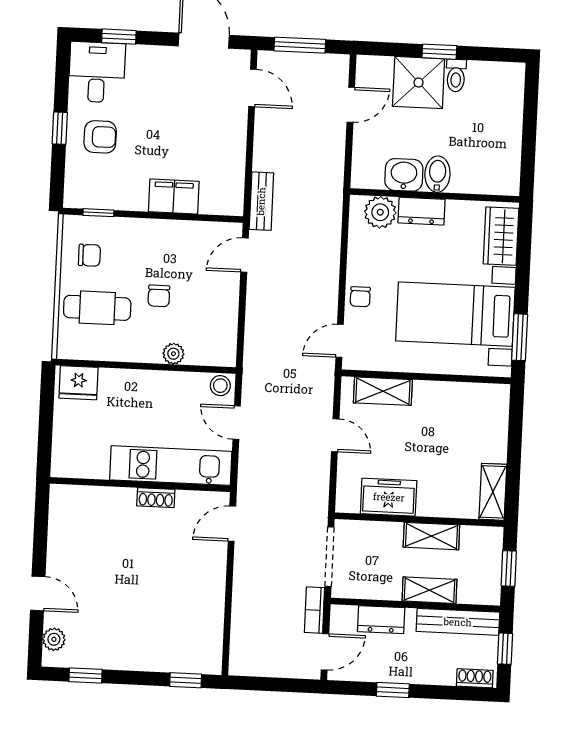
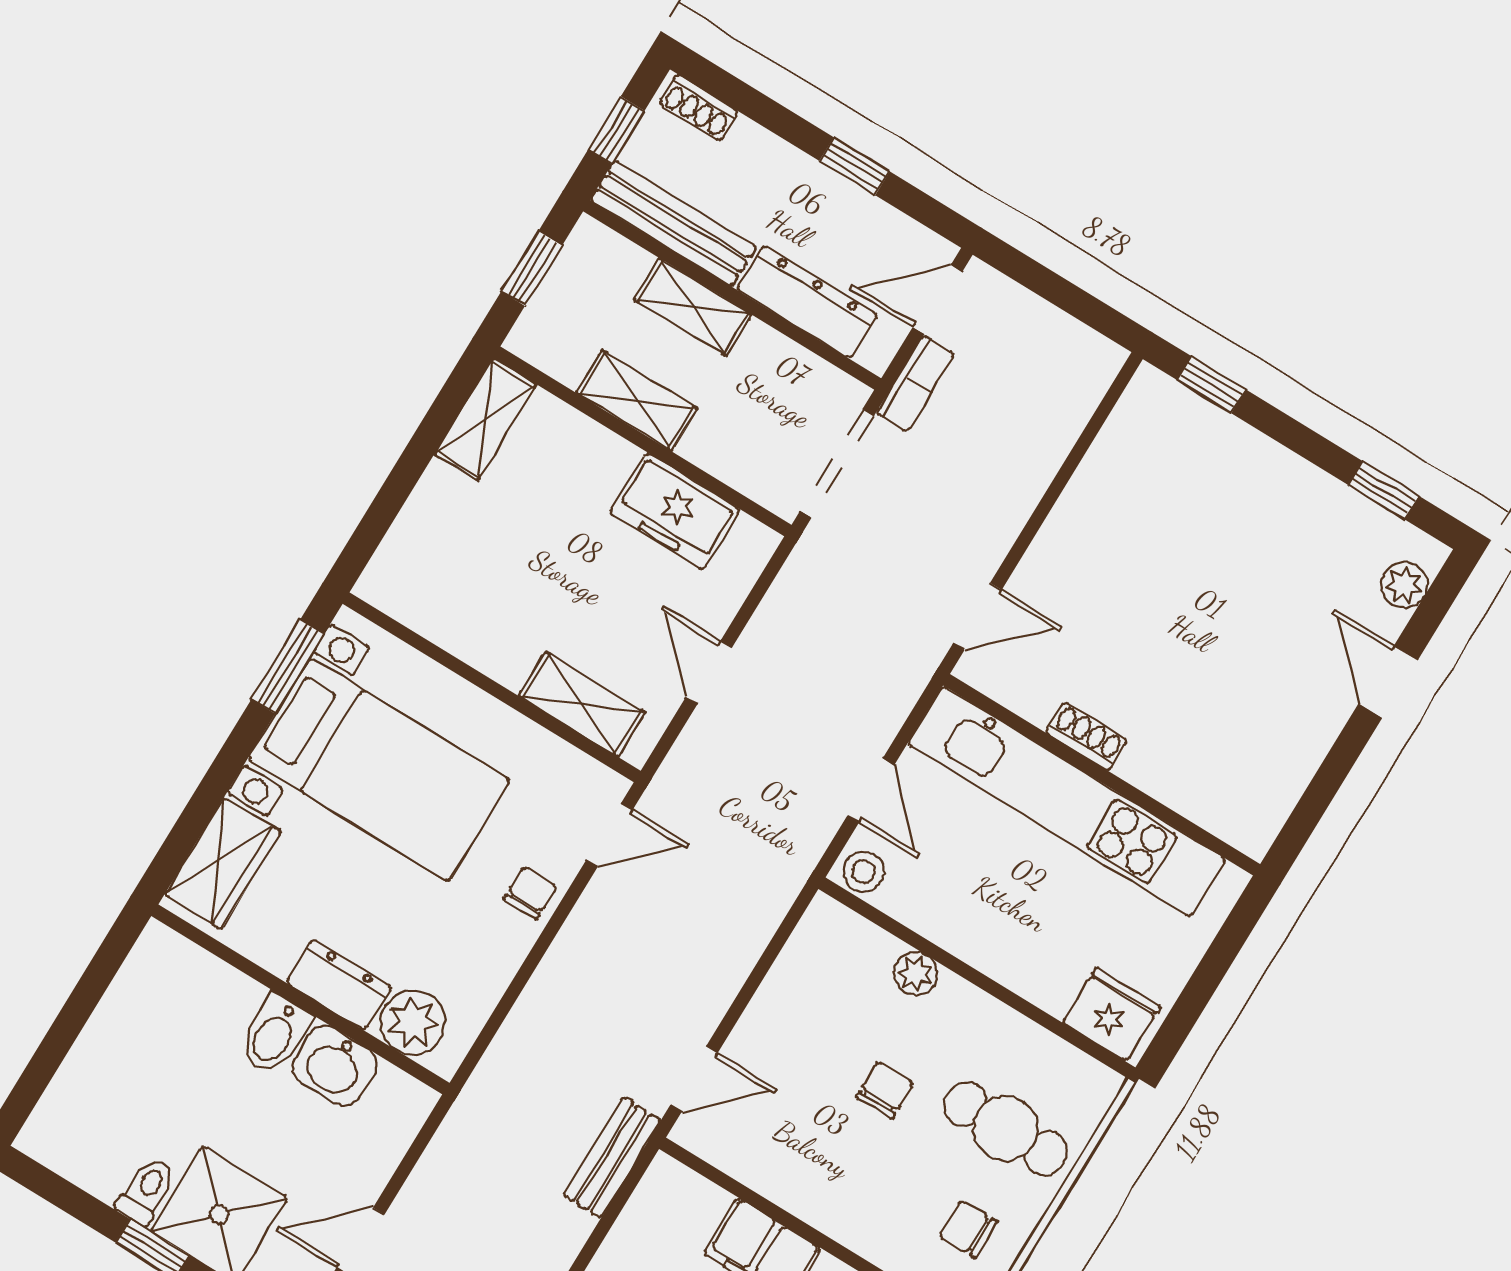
kitchen unit: (171, 466) -> (1067, 802), width x1.36
dresser: (381, 620) -> (807, 302), width x1.44

